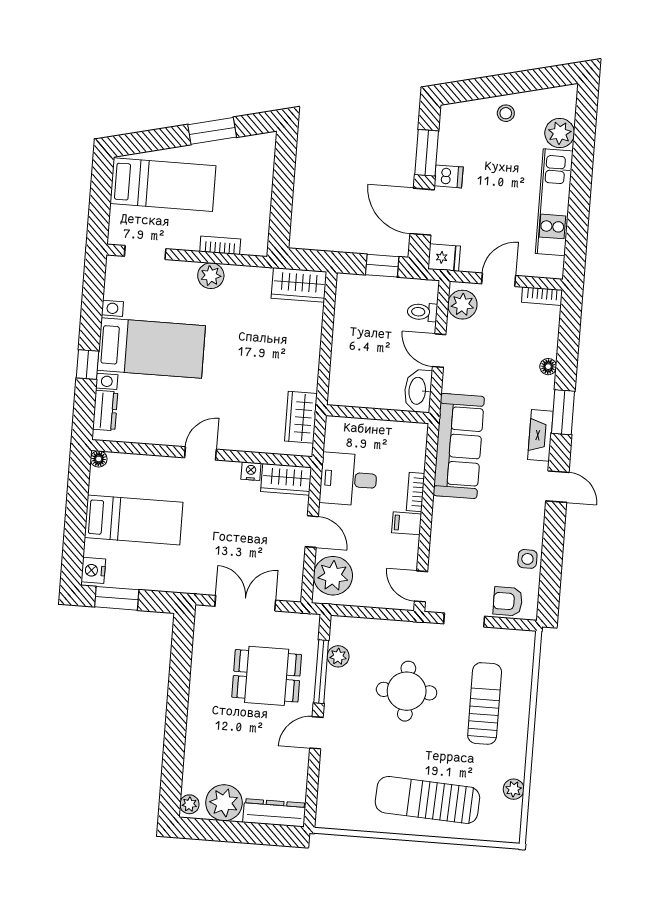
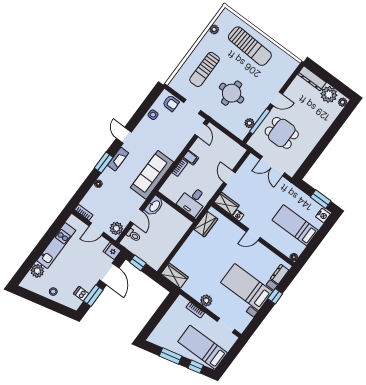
window: (153, 140) -> (196, 367), added
dishwasher: (449, 176) -> (81, 294), moved
desk: (348, 479) -> (193, 201), moved, turned 90
plant: (333, 576) -> (232, 155), removed

